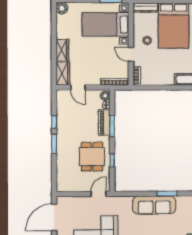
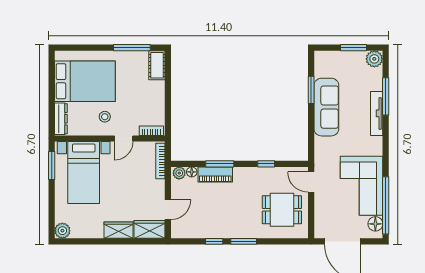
dining table: (92, 157) -> (282, 210), moved

